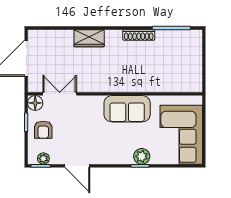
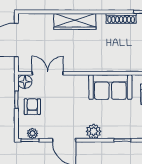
wardrobe: (89, 38) -> (75, 21), width x1.50
armchair: (43, 130) -> (32, 107), turned 180
plant: (142, 156) -> (94, 131), moved

